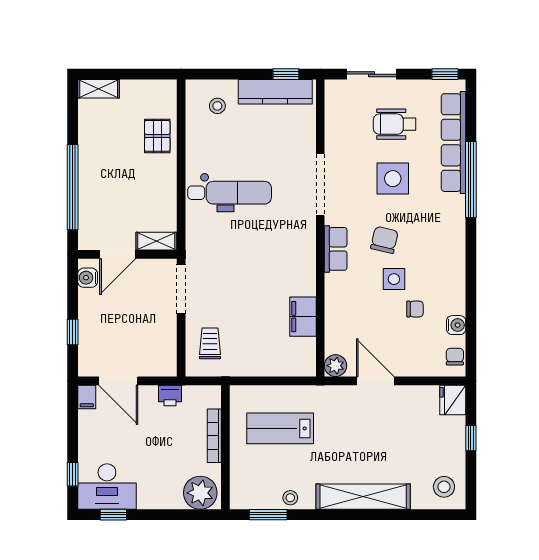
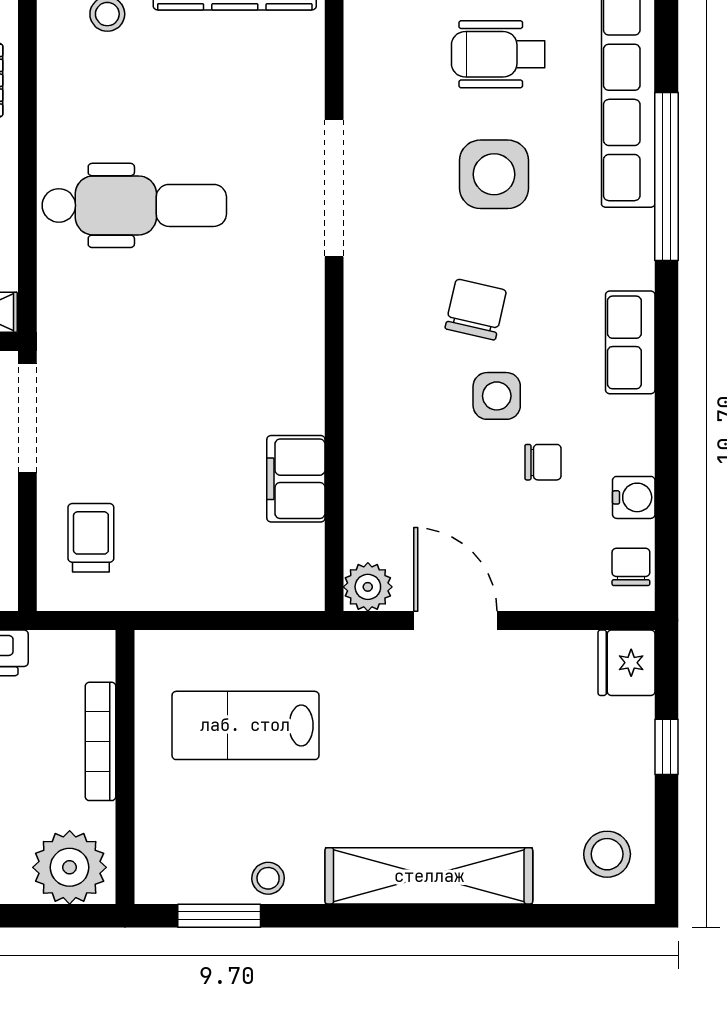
row of seats: (336, 249) -> (630, 342), moved, turned 180

